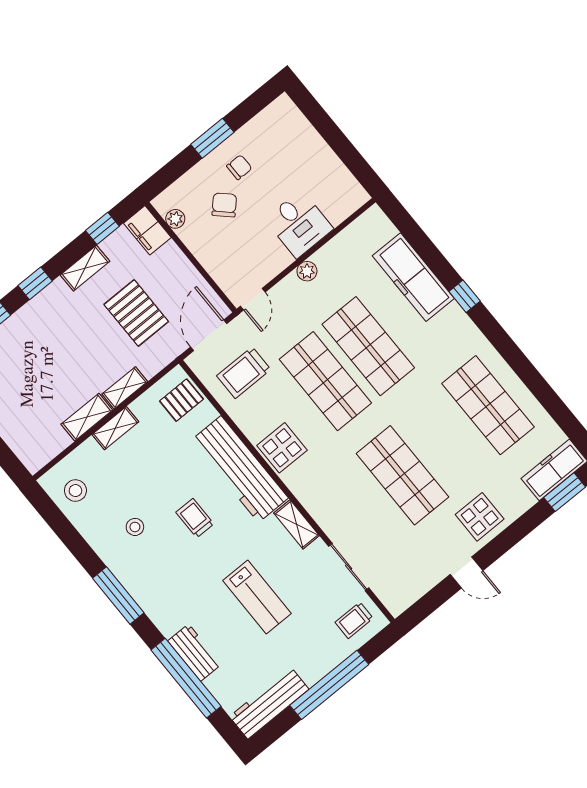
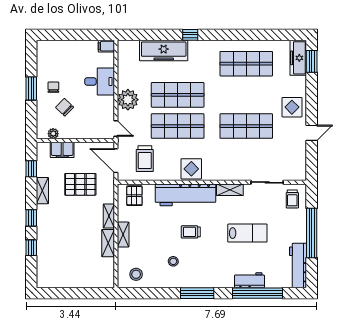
filing cabinet: (355, 194) -> (106, 46), added
filing cabinet: (147, 230) -> (62, 150), moved
plant: (307, 271) -> (128, 100), width x1.87, depth x1.87

